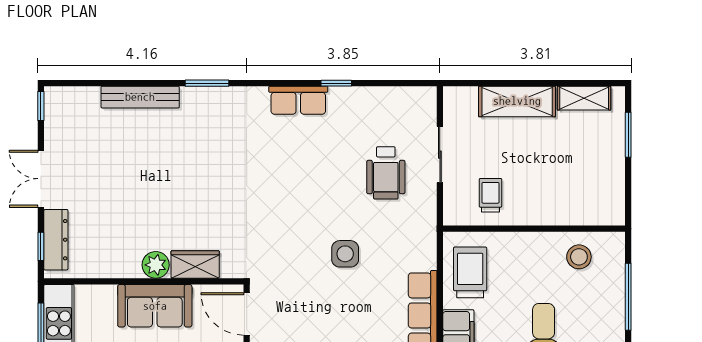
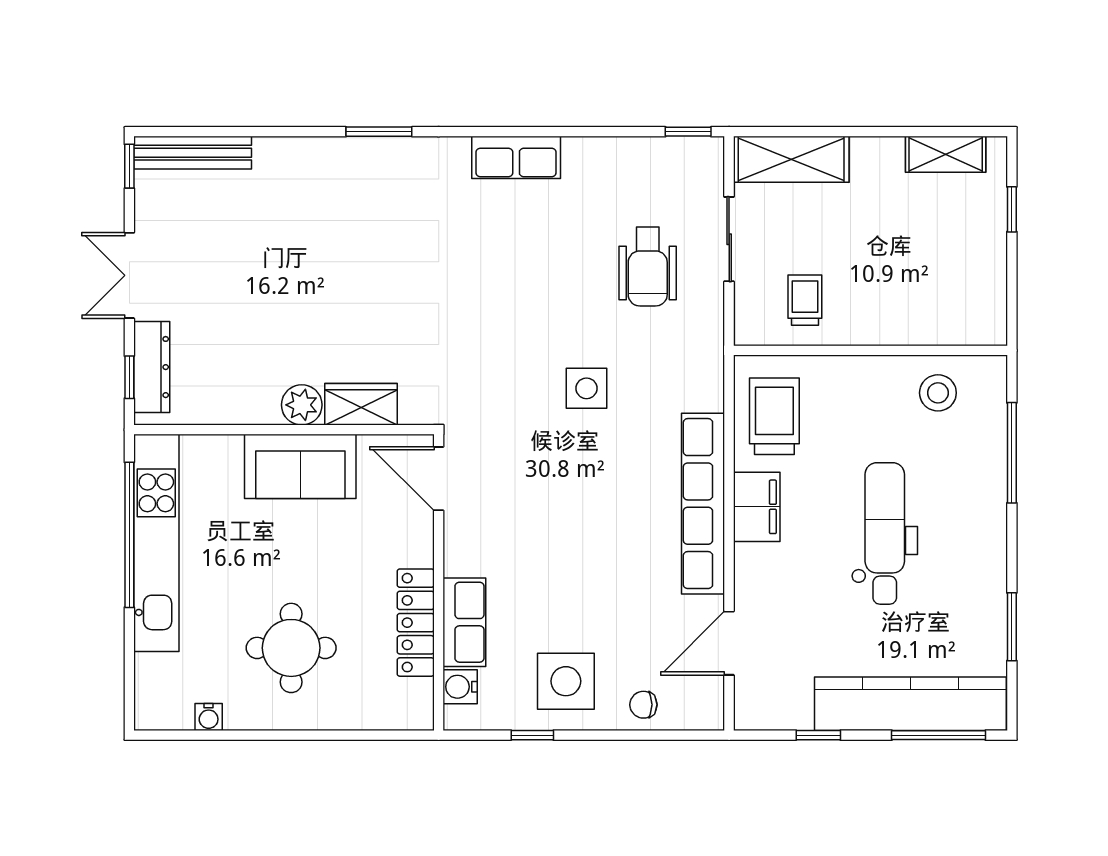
window: (336, 83) -> (688, 132), moved
bench: (140, 97) -> (193, 153), moved
shelving: (517, 101) -> (791, 159), moved
window: (628, 135) -> (1012, 209), width x0.67

